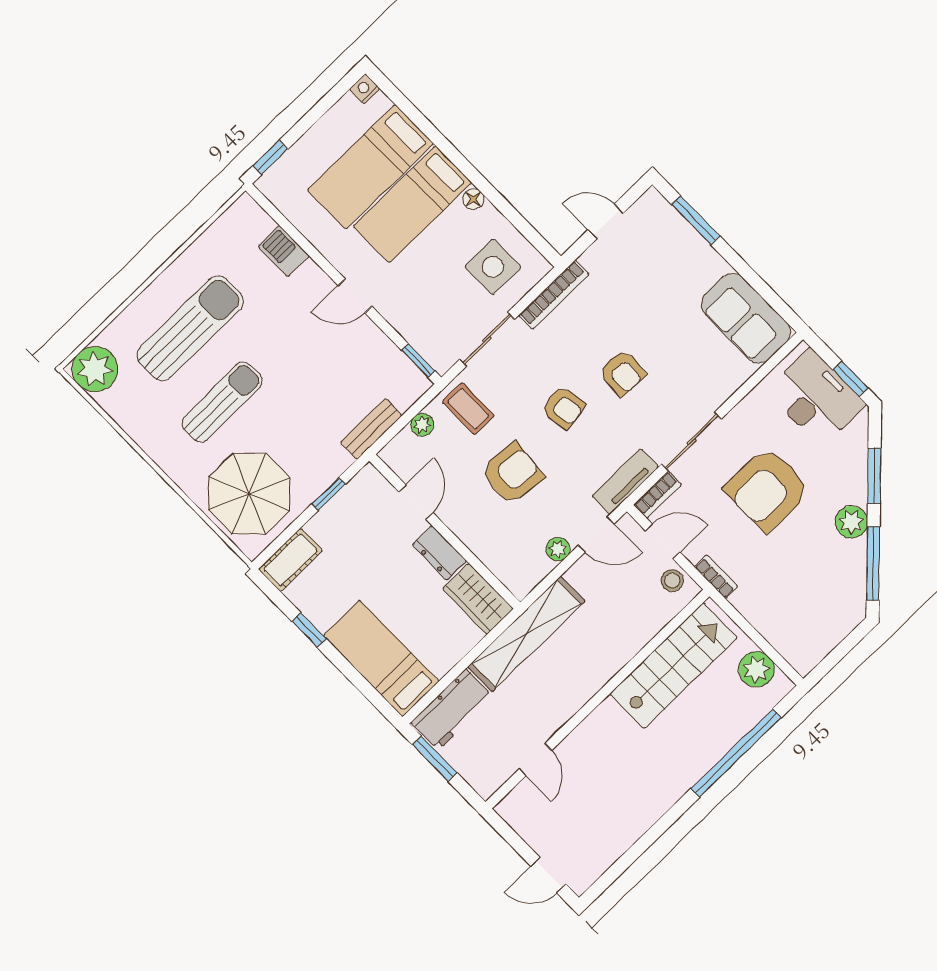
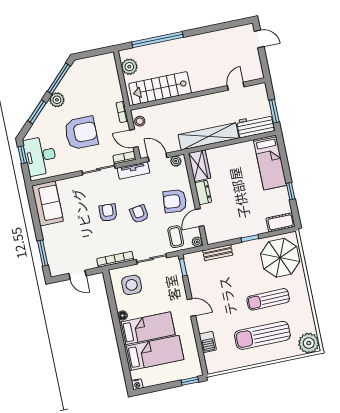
door: (416, 502) -> (200, 218), moved
wall: (445, 532) -> (196, 199), moved
dresser: (439, 553) -> (203, 193), moved
wardrobe: (478, 599) -> (200, 166), moved

